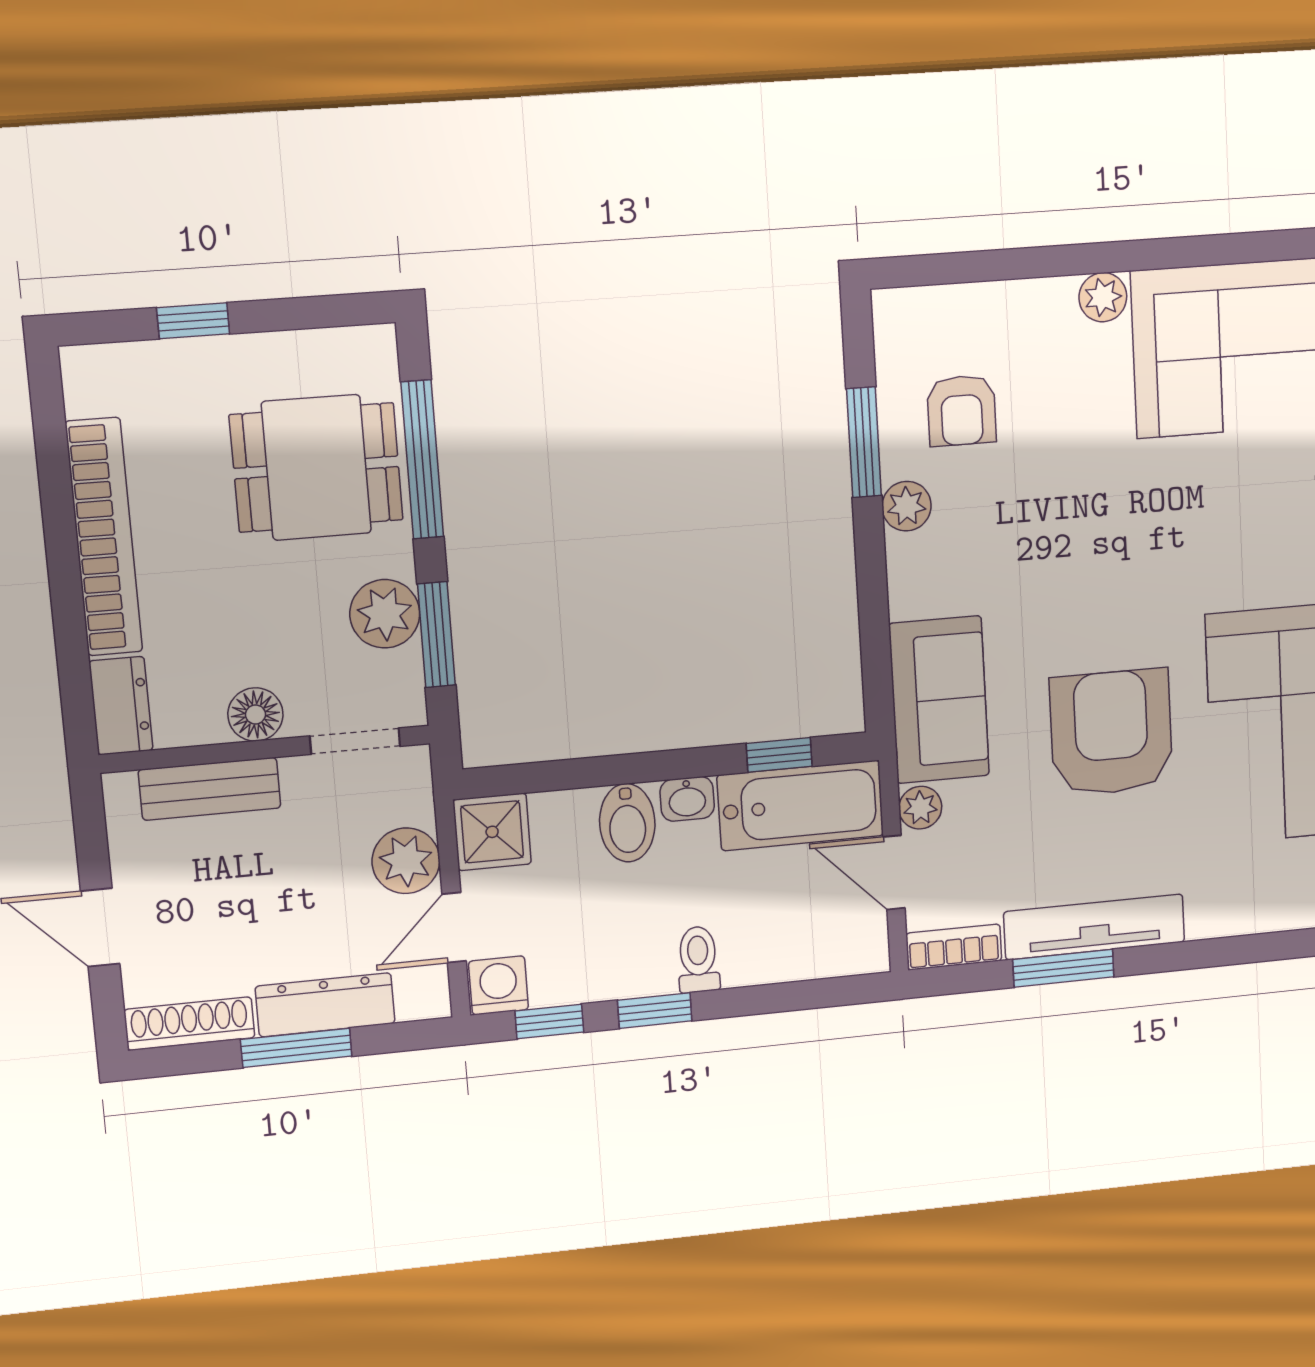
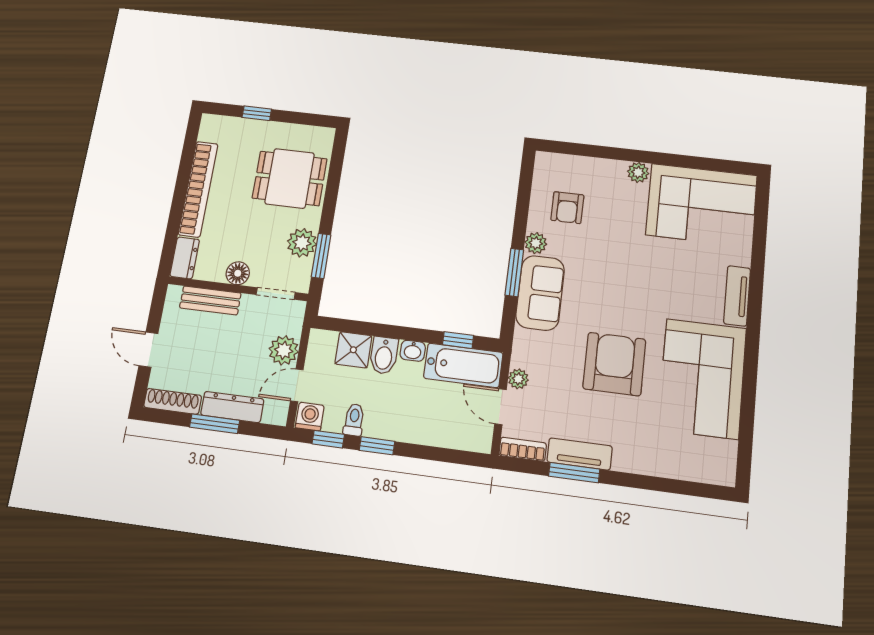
window: (864, 442) -> (514, 272), moved
window: (422, 460) -> (333, 184), removed
sofa: (939, 700) -> (540, 293), moved
shower: (492, 832) -> (353, 350), moved
tv unit: (1094, 927) -> (580, 454), width x0.71
toilet: (698, 959) -> (354, 420), moved

